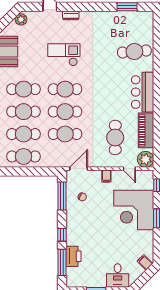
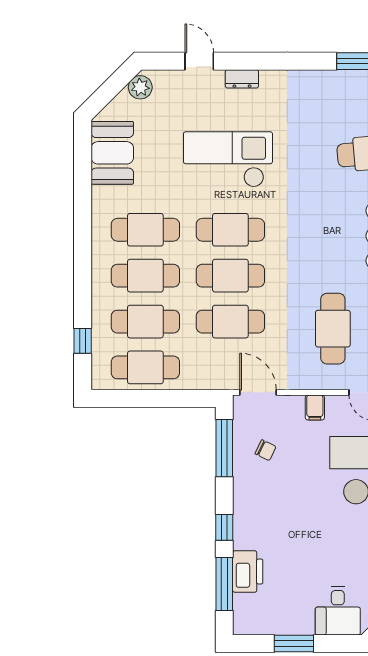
checkout: (64, 55) -> (228, 159), width x1.36, depth x1.21
door: (79, 169) -> (258, 392), hinge flipped

